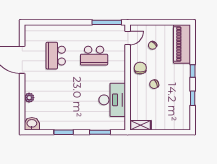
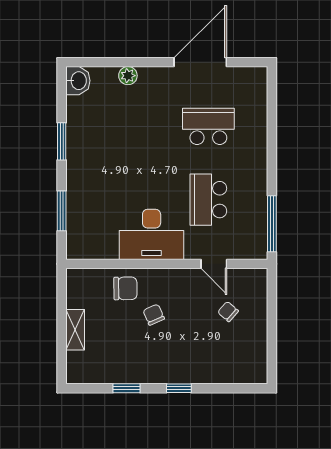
door: (128, 38) -> (214, 264), moved
piano: (182, 44) -> (231, 368), removed
chair: (140, 68) -> (125, 288), moved
desk: (112, 100) -> (152, 234), moved
shelving: (140, 125) -> (75, 330), moved

